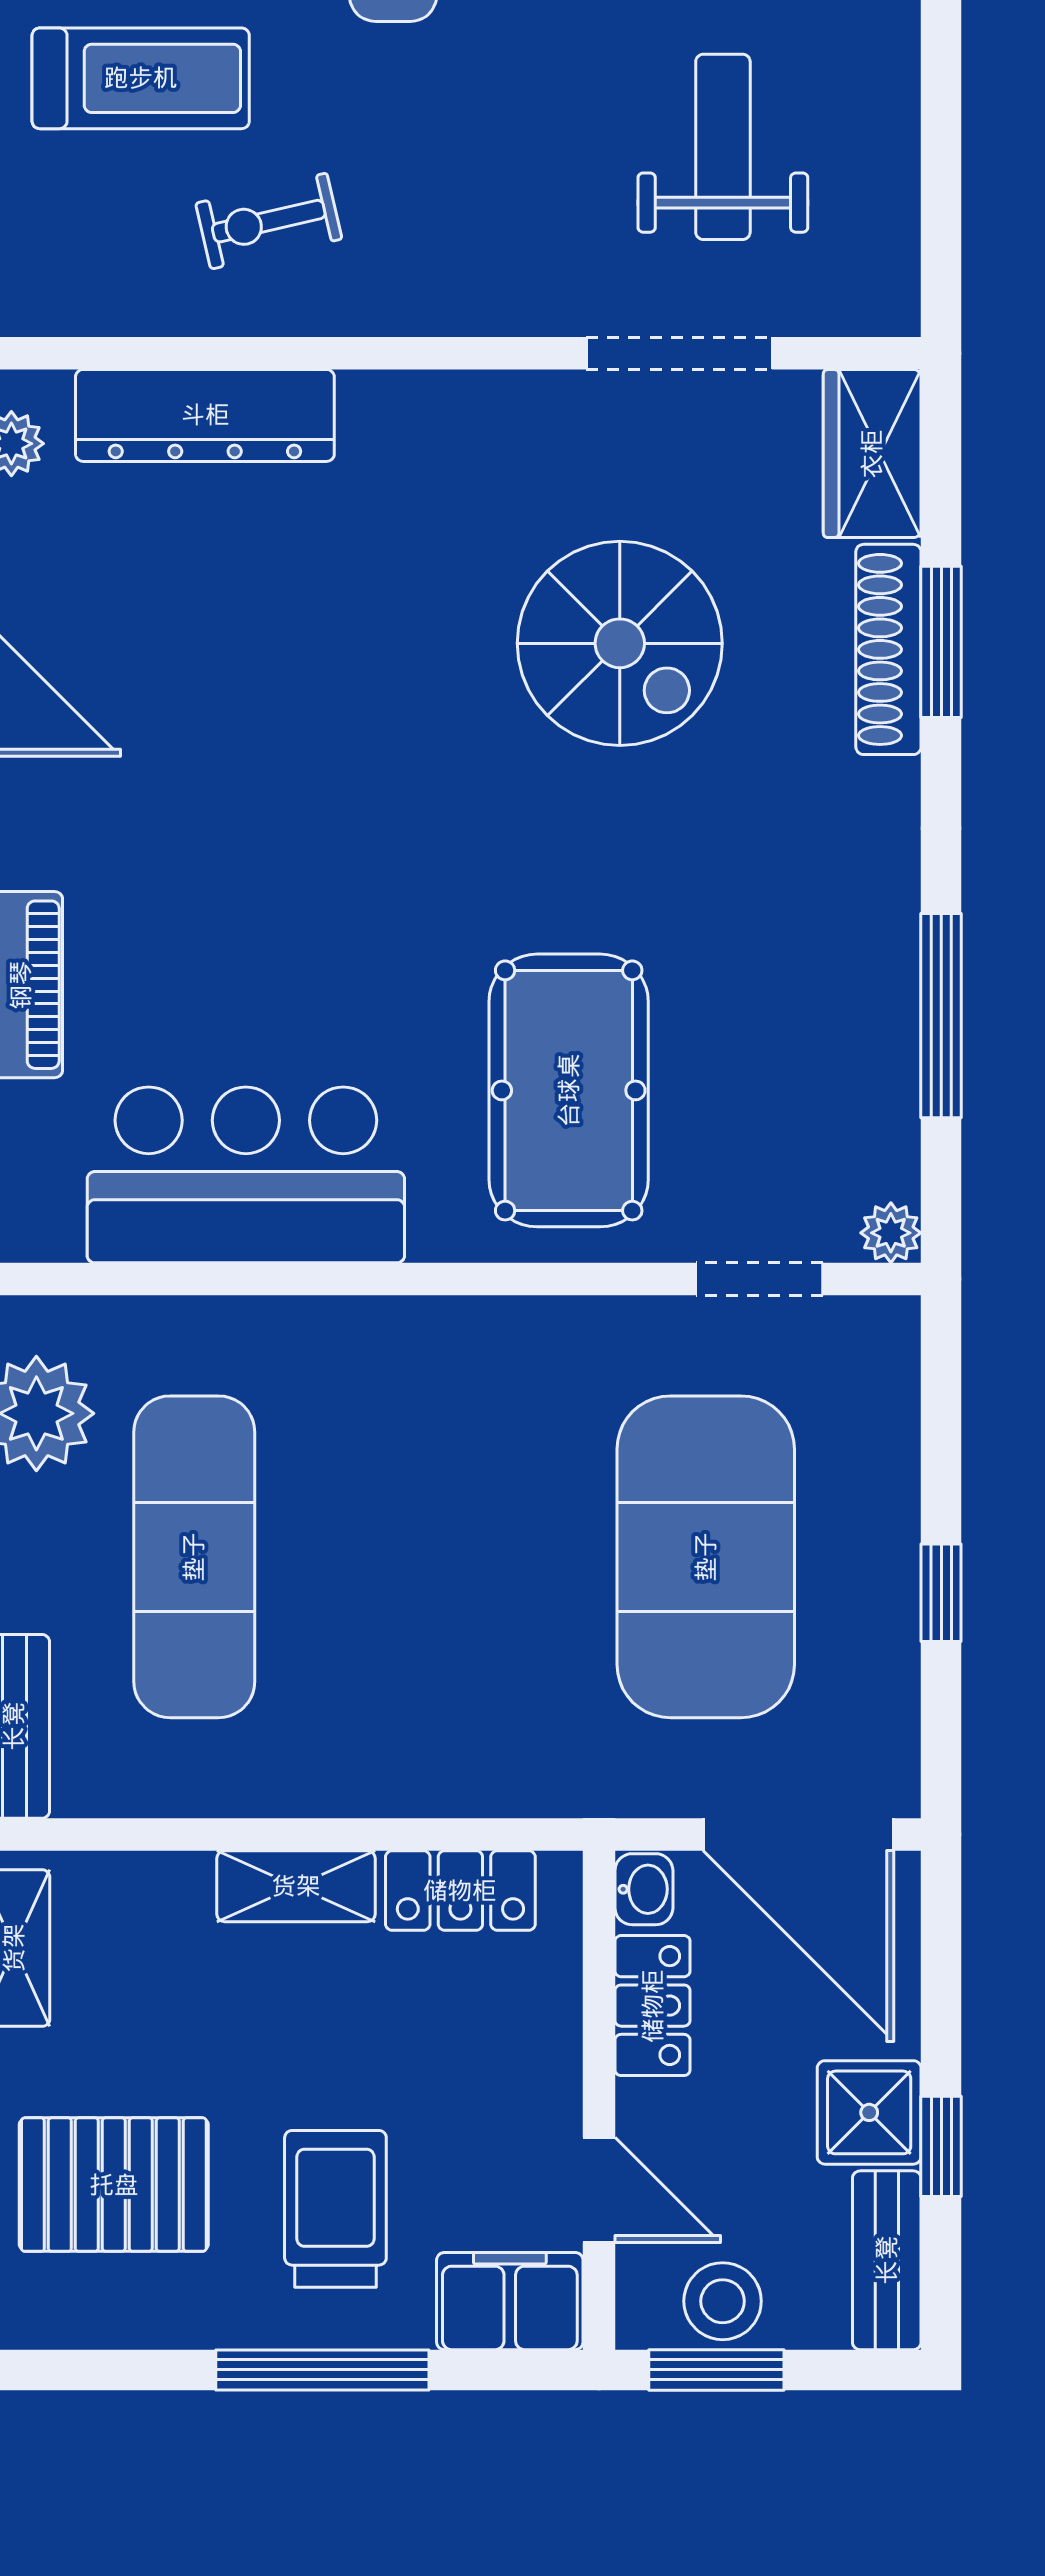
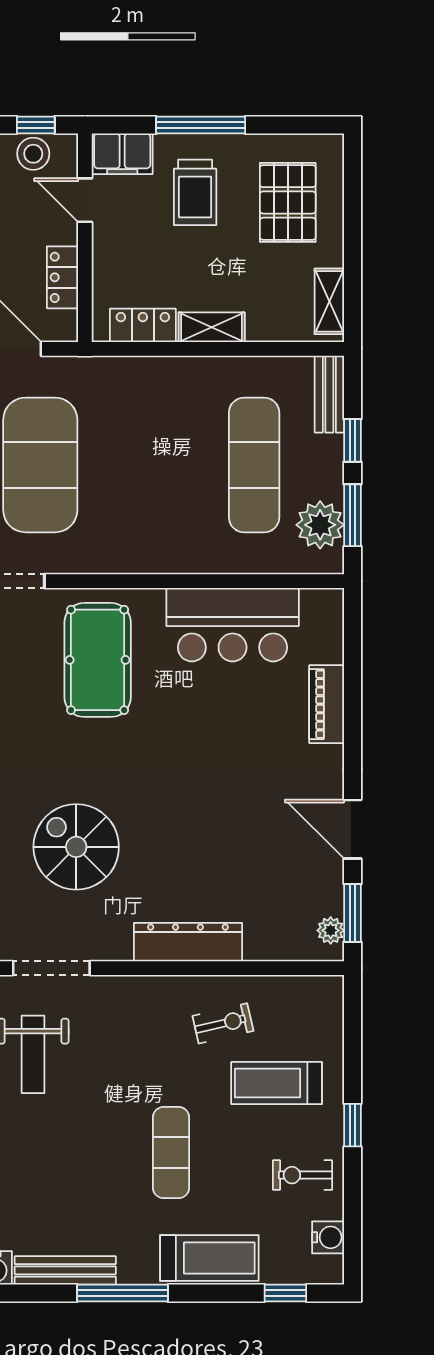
dresser: (205, 415) -> (188, 942), moved
washbasin: (644, 1889) -> (66, 326), removed
pallet: (114, 2185) -> (288, 202), turned 90
window: (716, 2370) -> (36, 125), width x0.67

